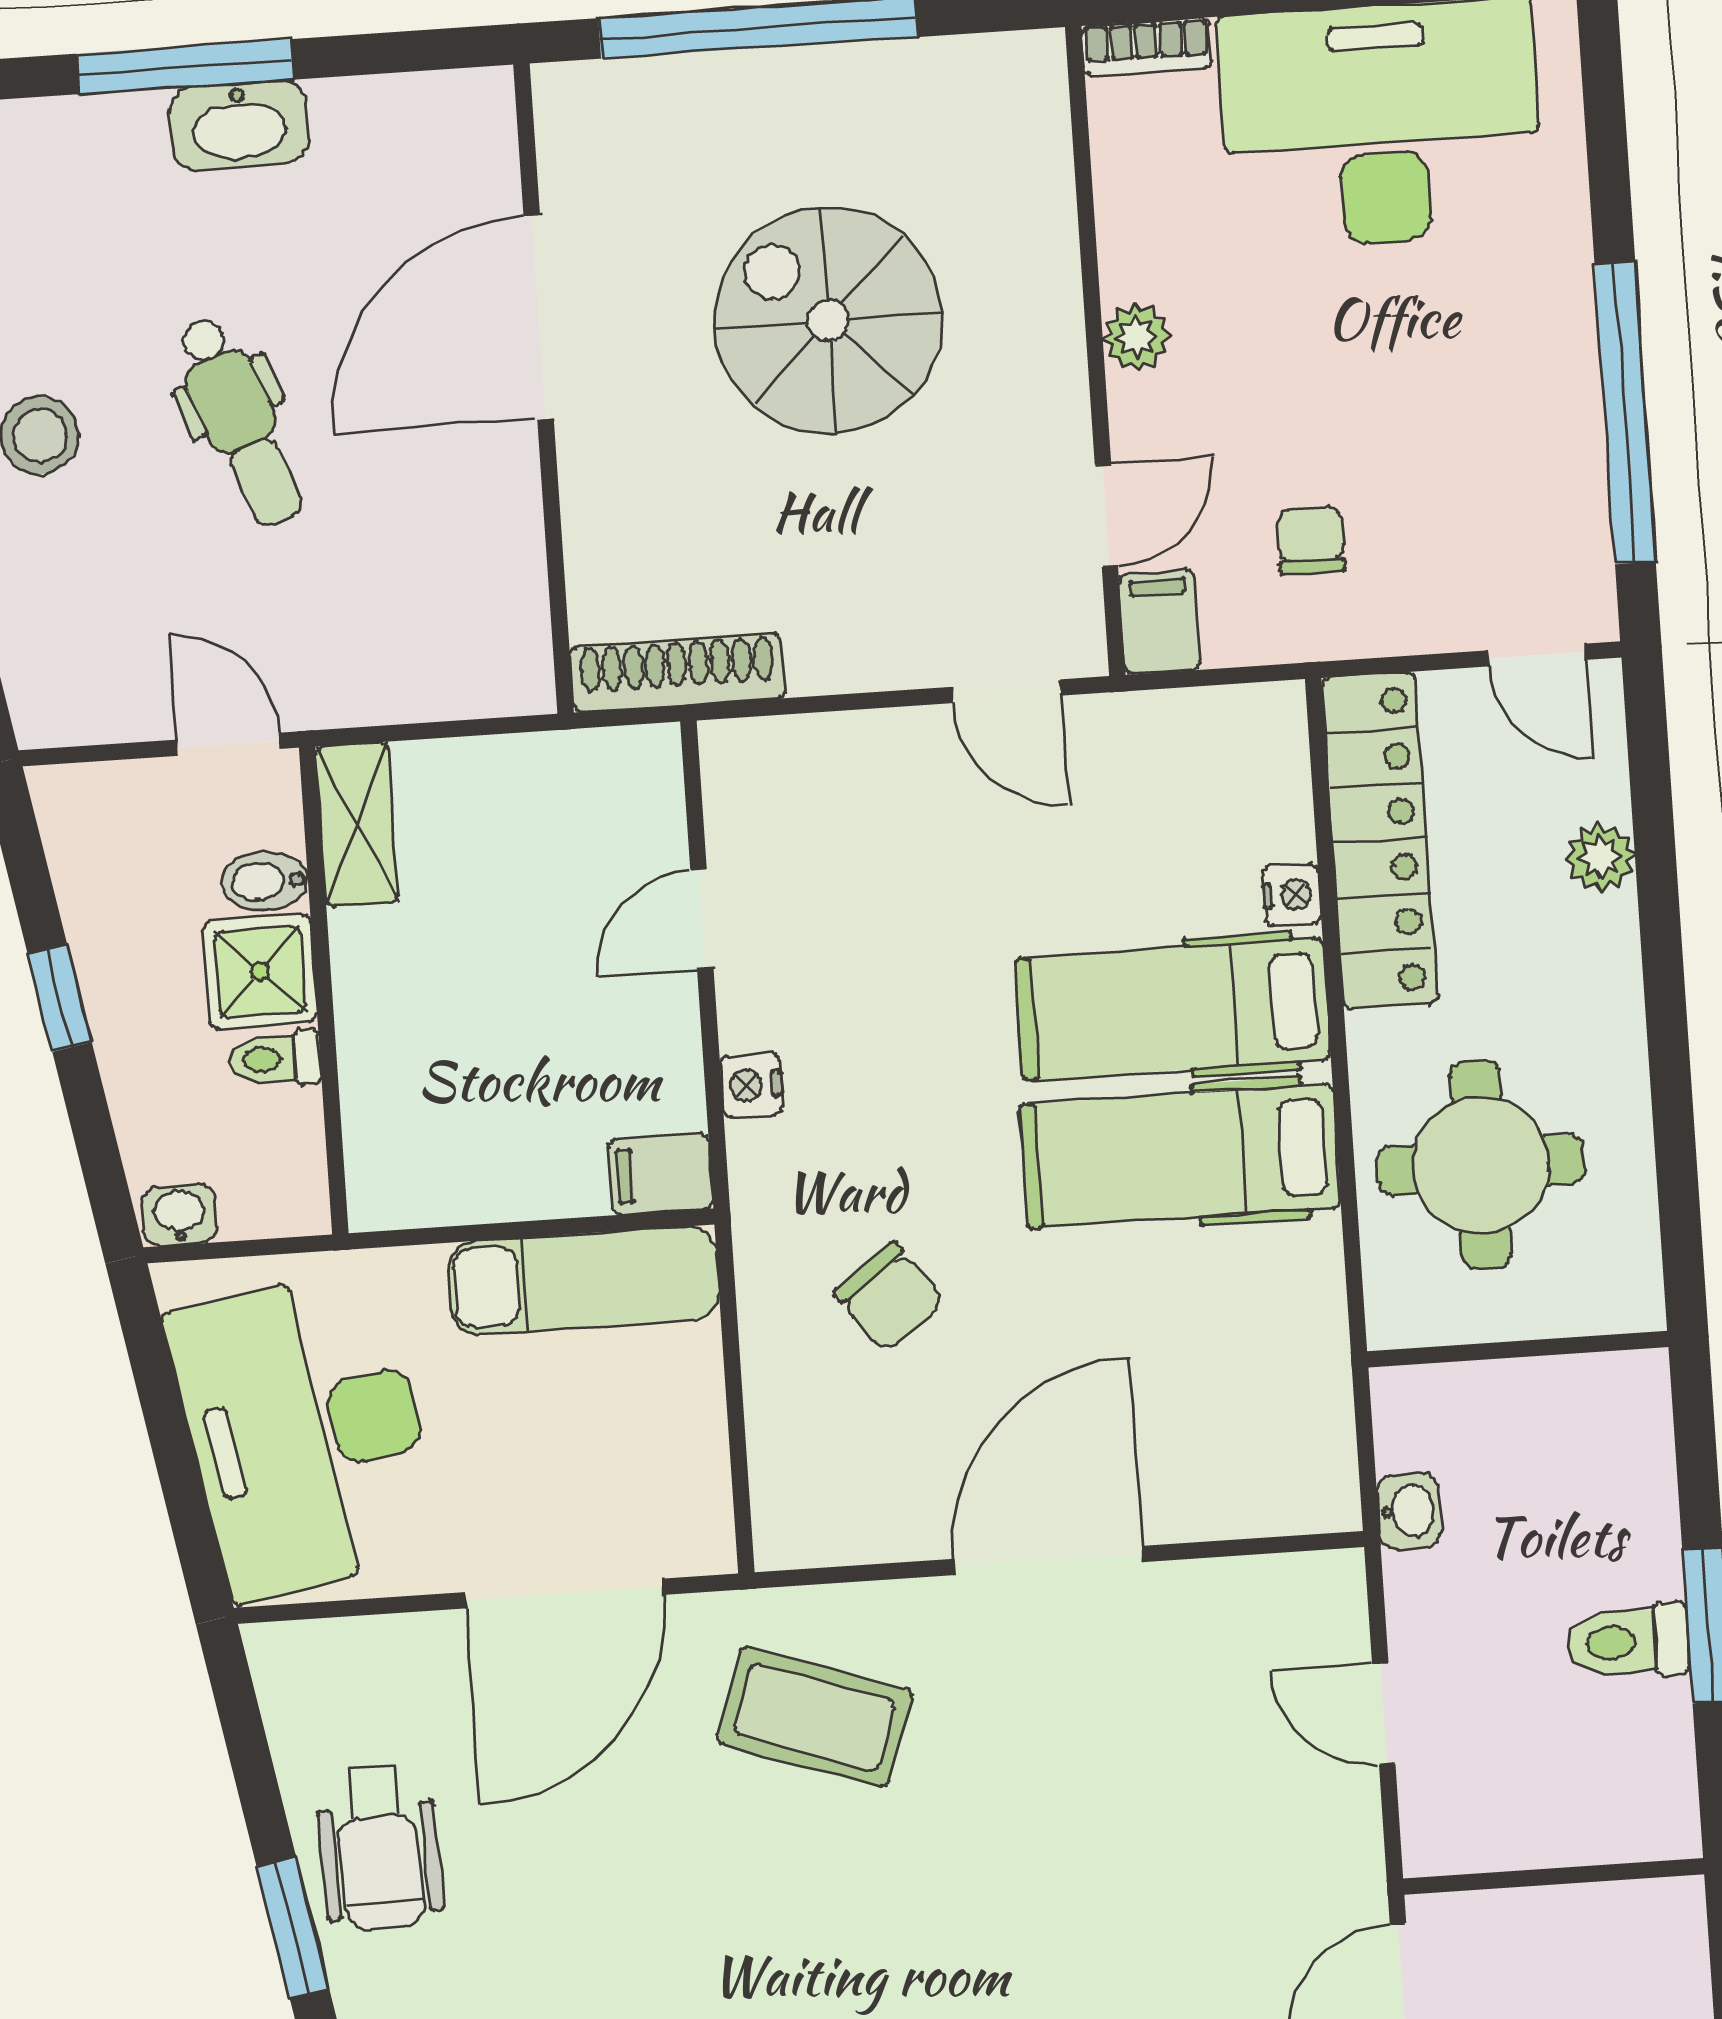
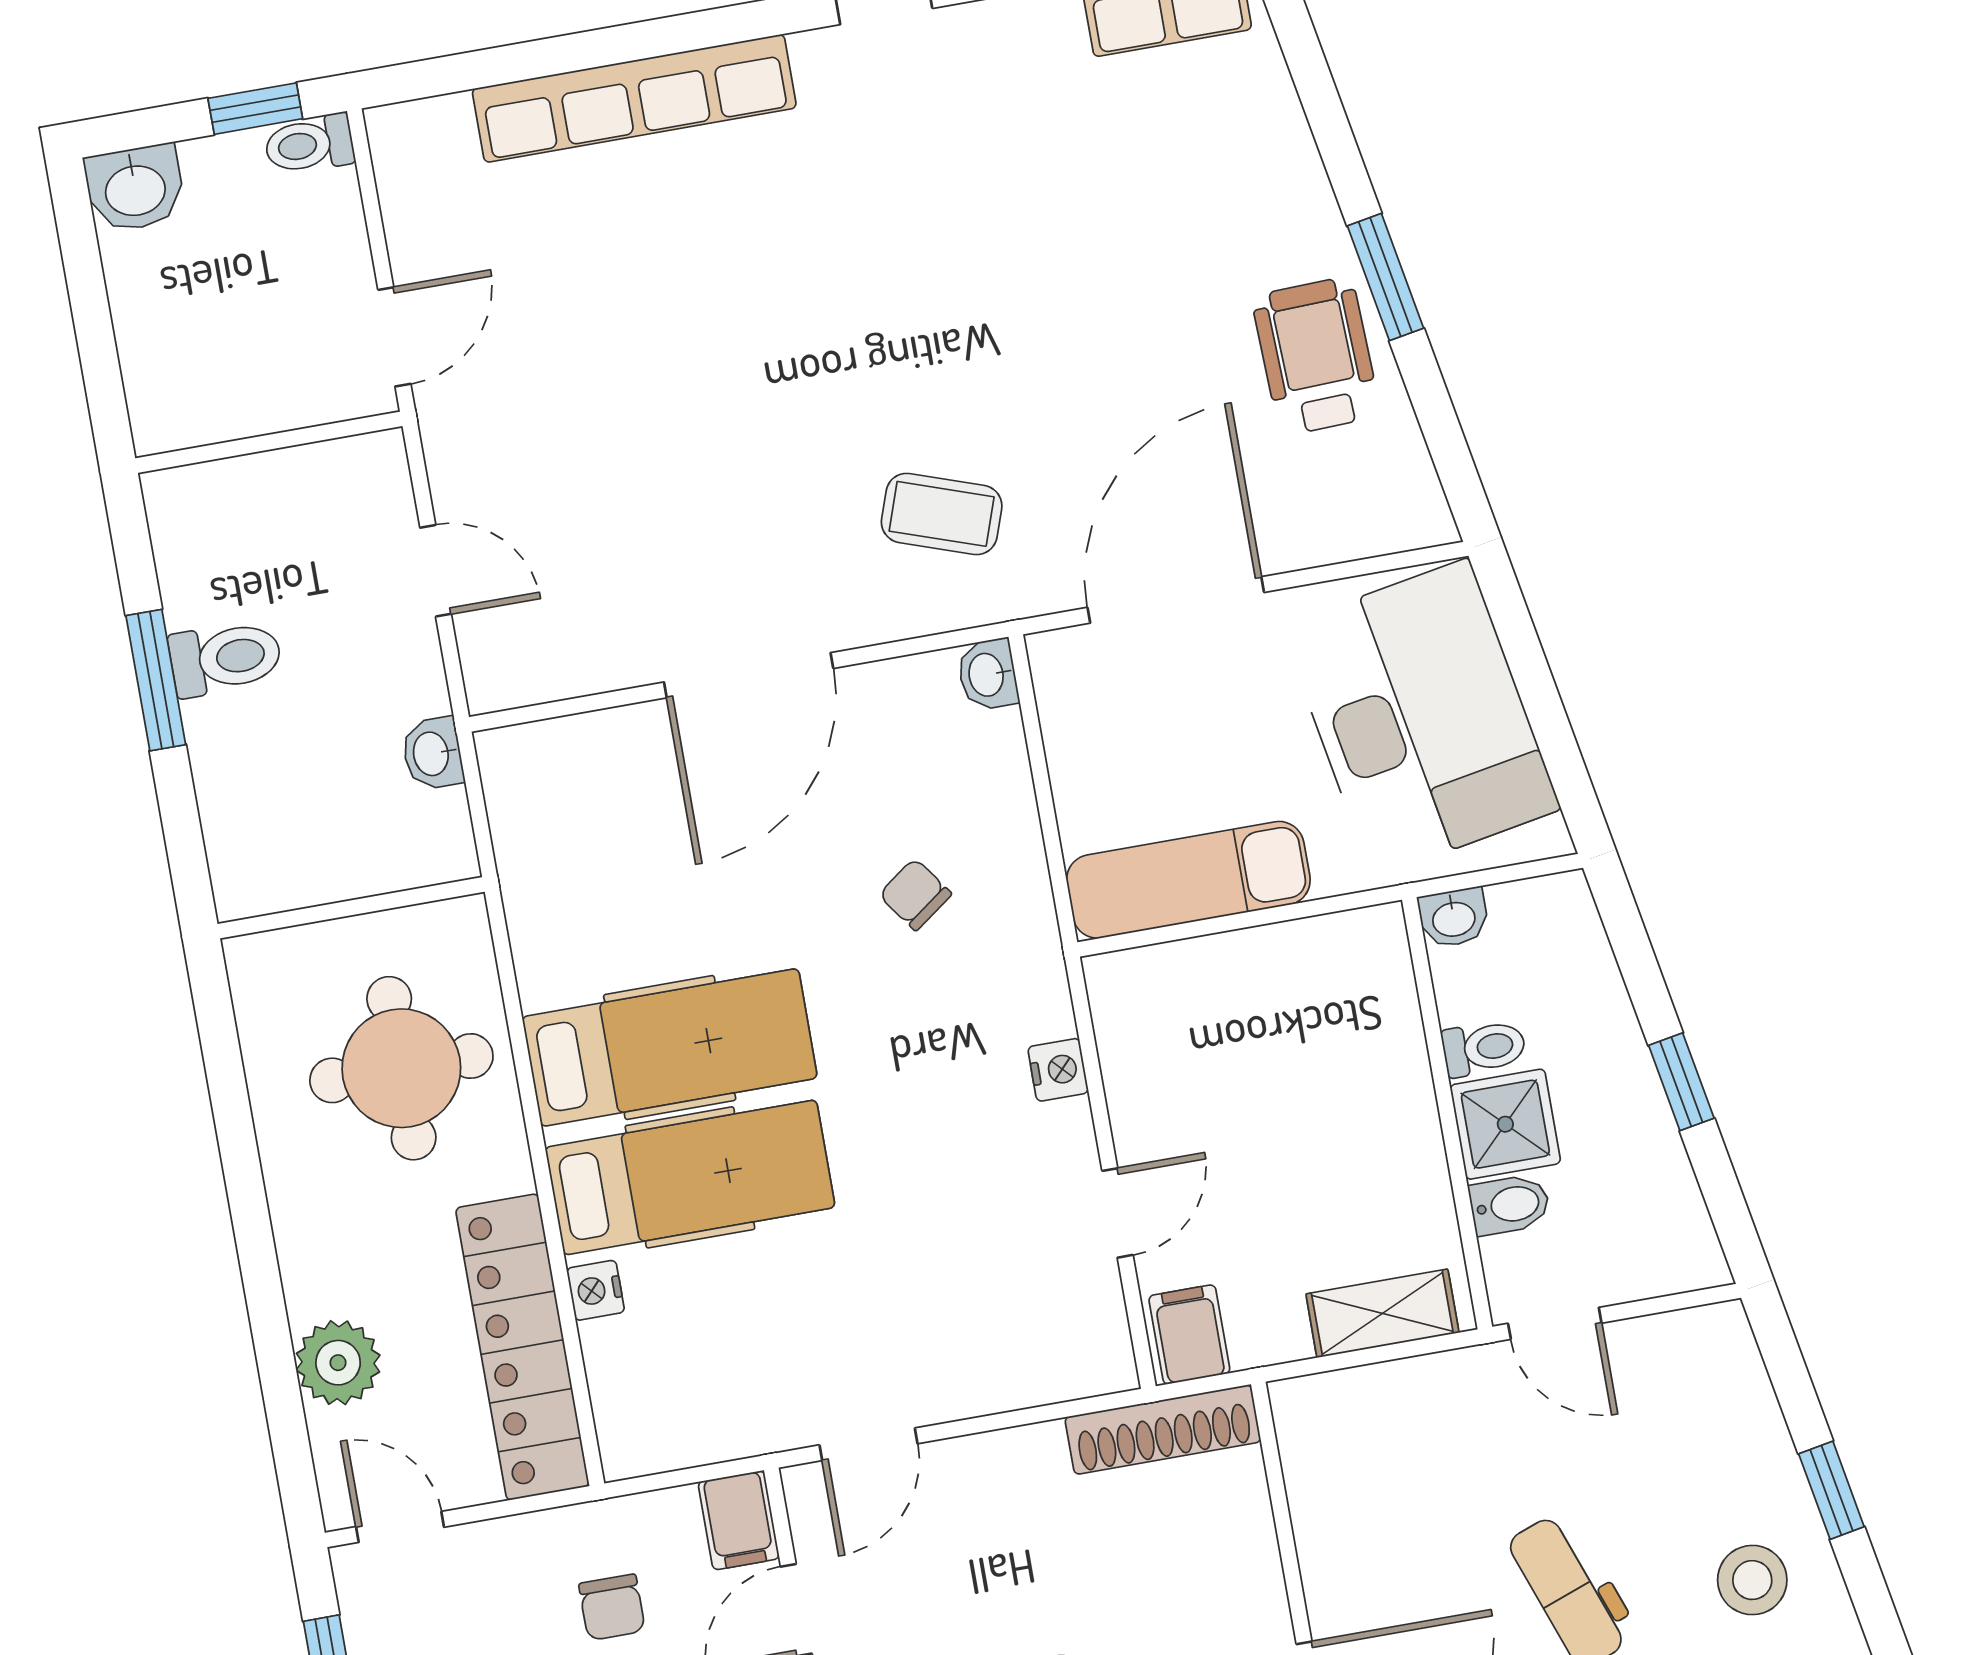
door: (1006, 691) -> (868, 1444), swing flipped
shelving: (357, 824) -> (1382, 1313), moved, turned 90
plant: (1600, 857) -> (338, 1363), width x1.38, depth x1.38
filing cabinet: (661, 1174) -> (1189, 1334), moved, turned -90
washbasin: (179, 1215) -> (1454, 918), moved
chair: (889, 1297) -> (915, 894), width x0.73, depth x0.73
washbasin: (782, 1533) -> (988, 675), added
coffee table: (814, 1717) -> (942, 514), width x0.73, depth x0.77

